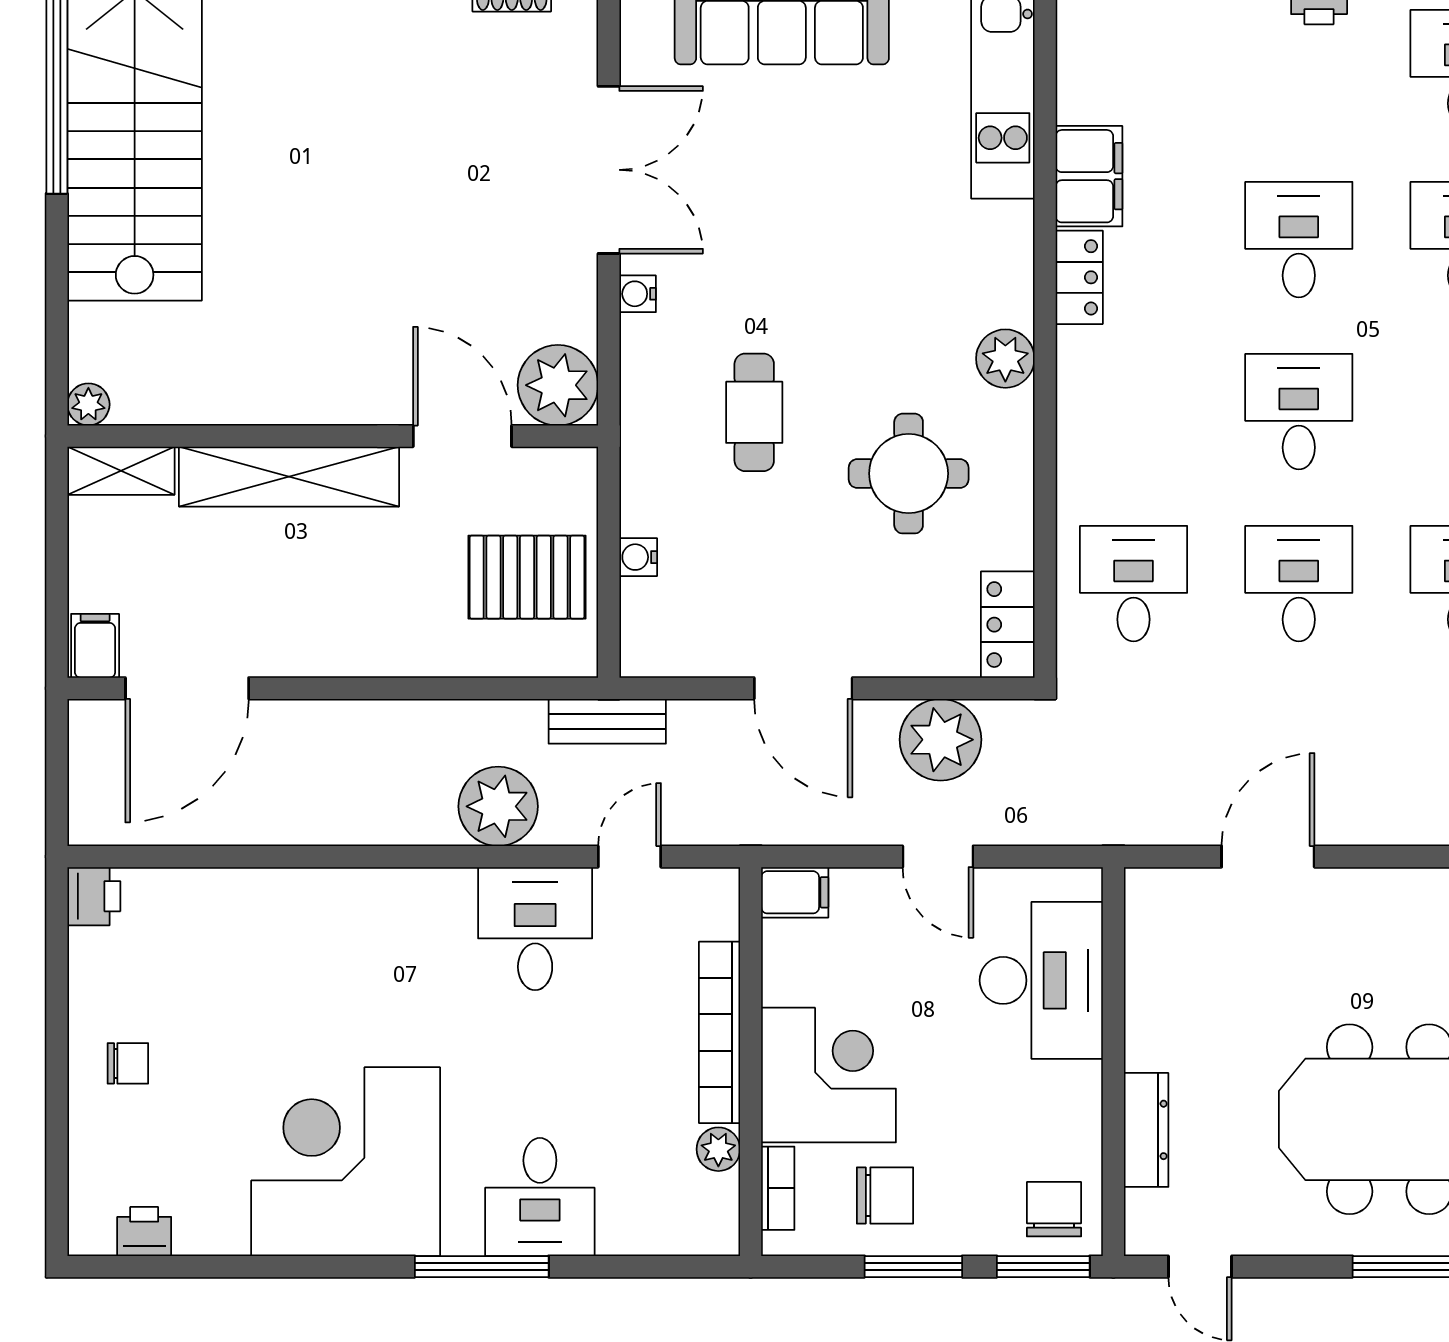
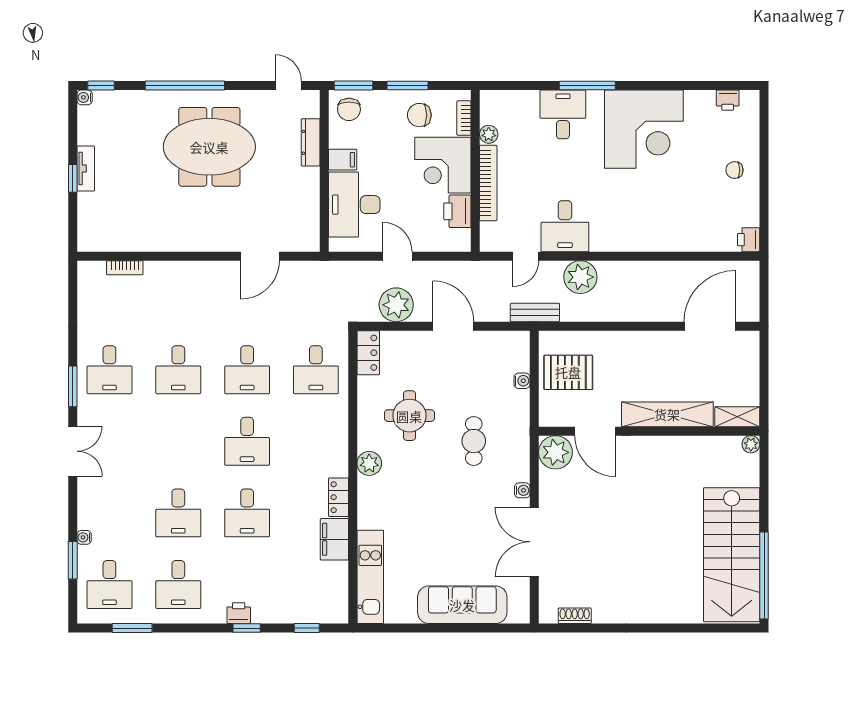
filing cabinet: (95, 646) -> (748, 344), removed
filing cabinet: (795, 892) -> (343, 160), moved, turned 180
printer: (794, 964) -> (457, 211), added

